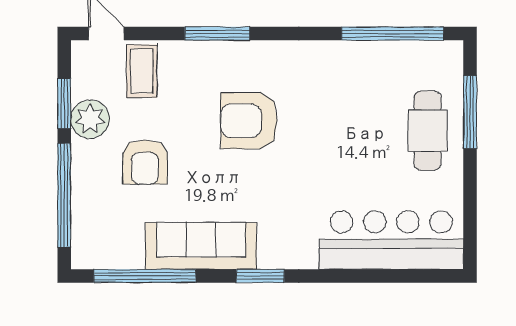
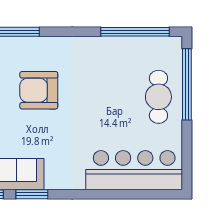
window: (470, 112) -> (187, 84), width x1.46
window: (260, 276) -> (32, 194), moved

